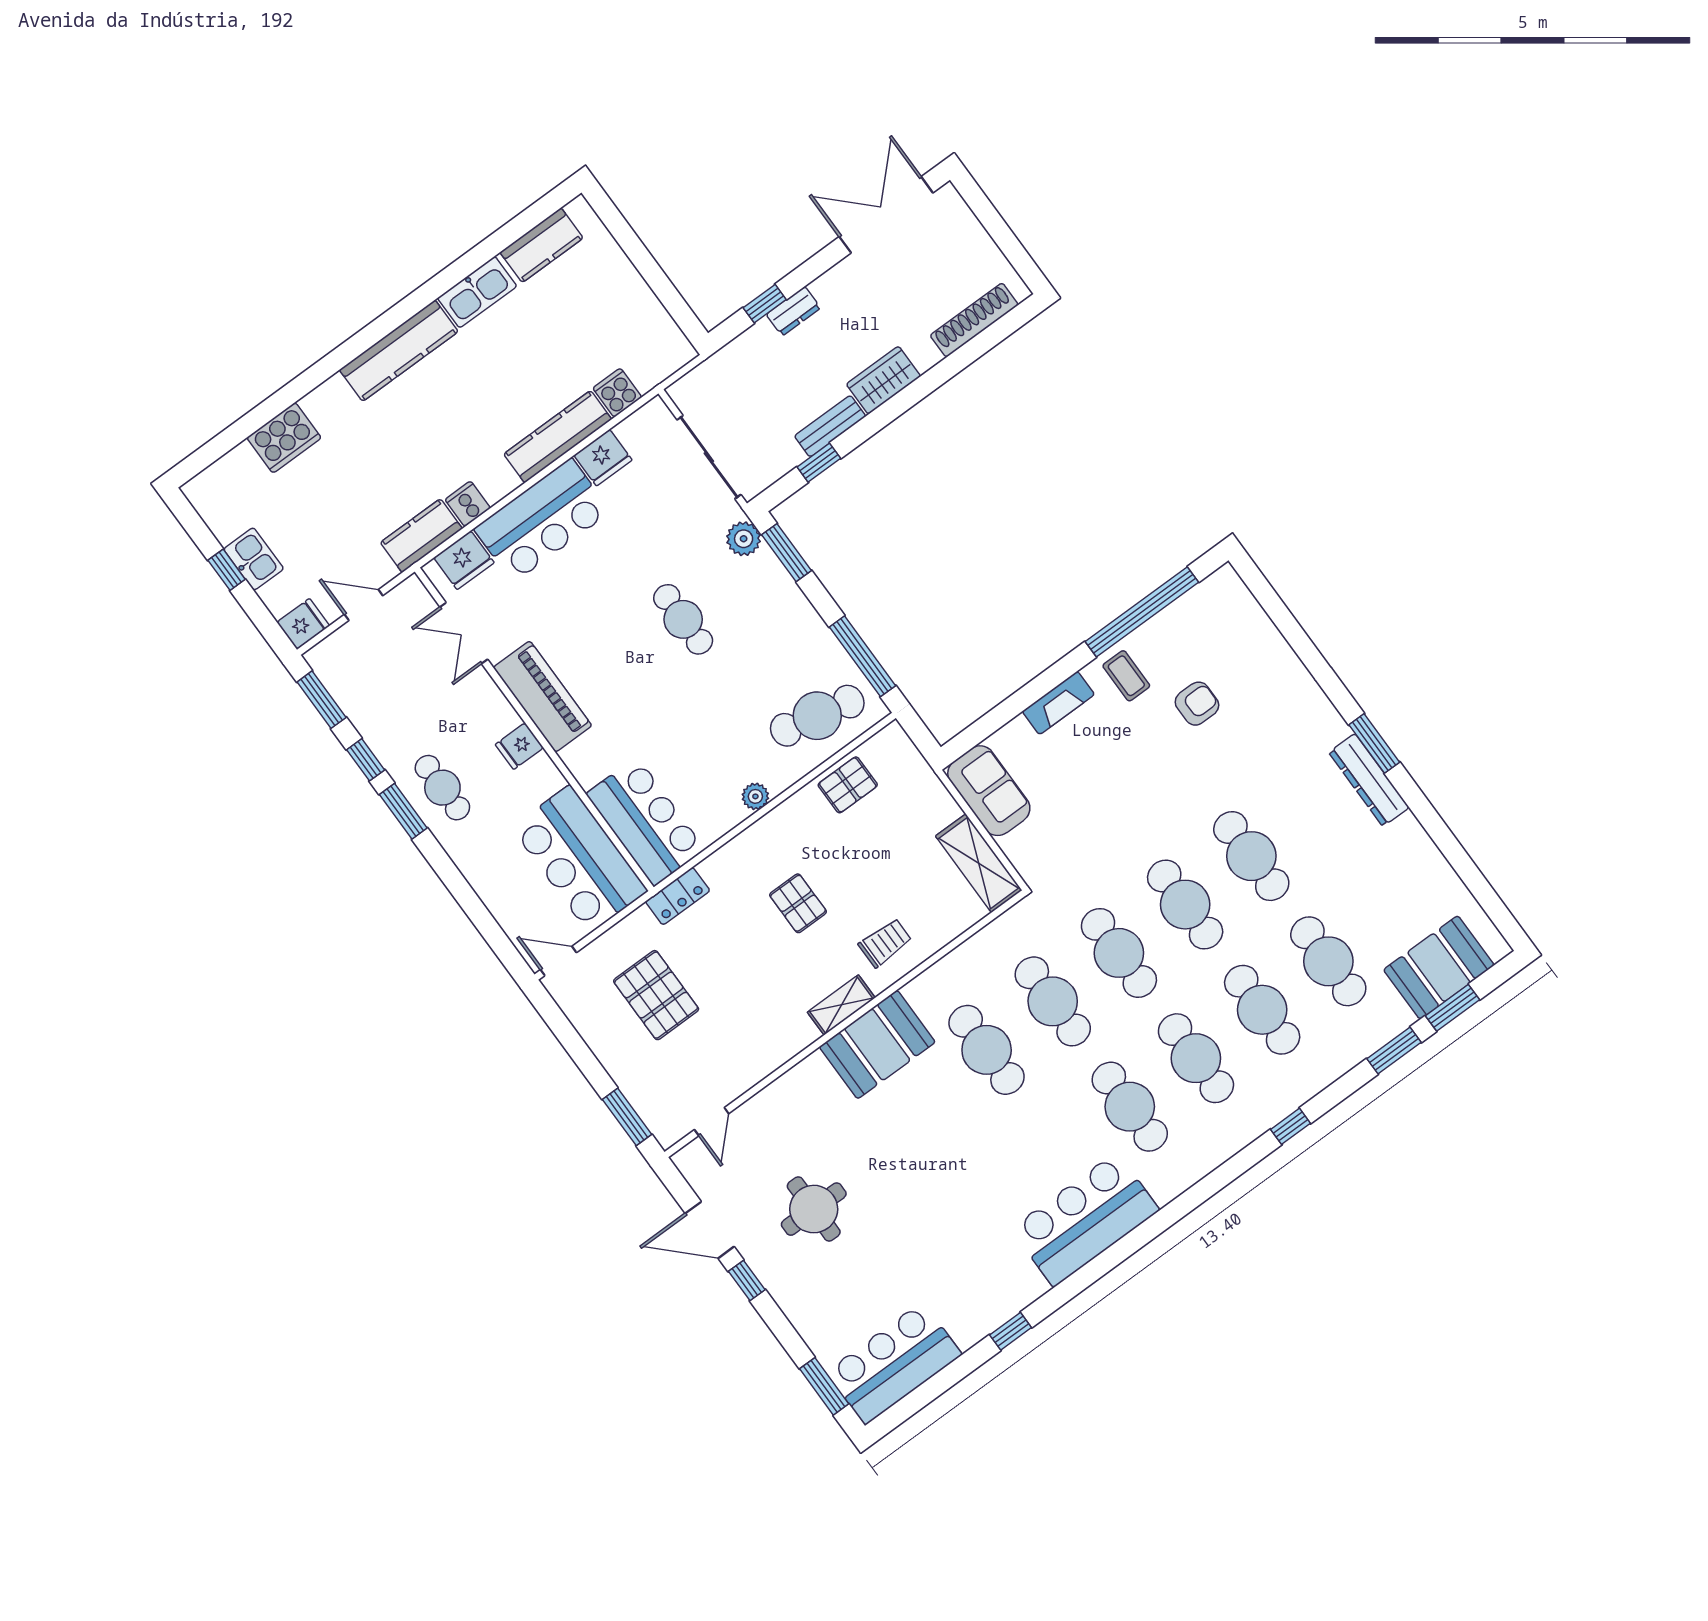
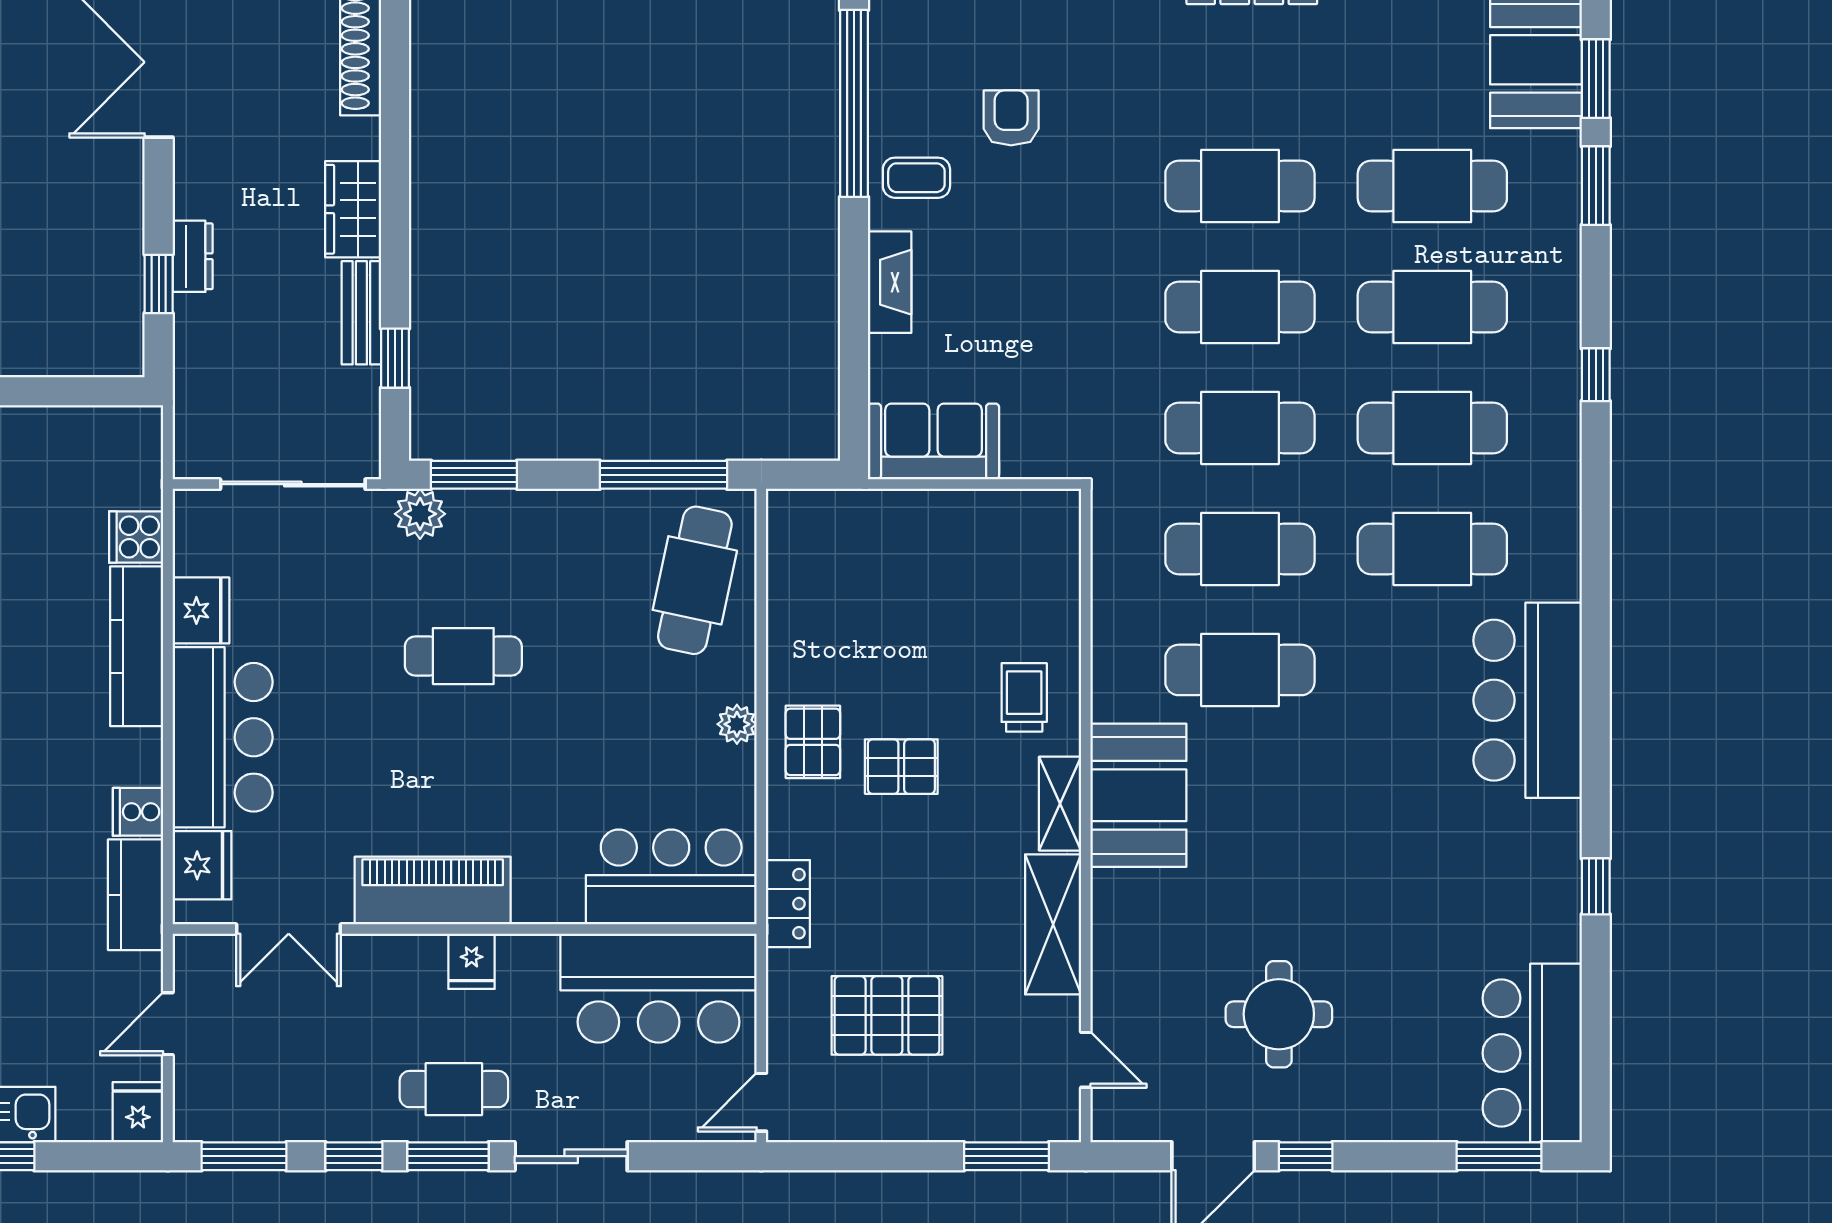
pallet: (848, 785) -> (813, 742), moved
shelving: (979, 863) -> (1053, 924), moved, turned 90
sliding door: (453, 879) -> (571, 1156), added

